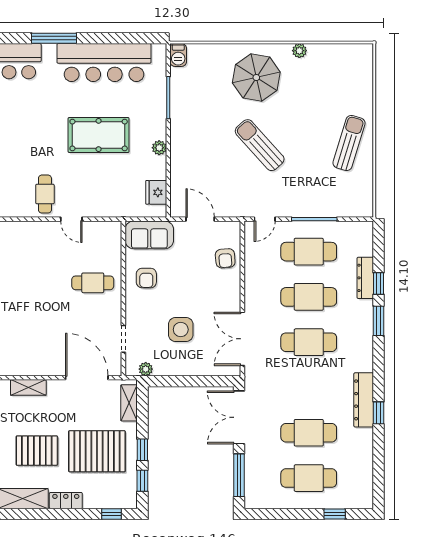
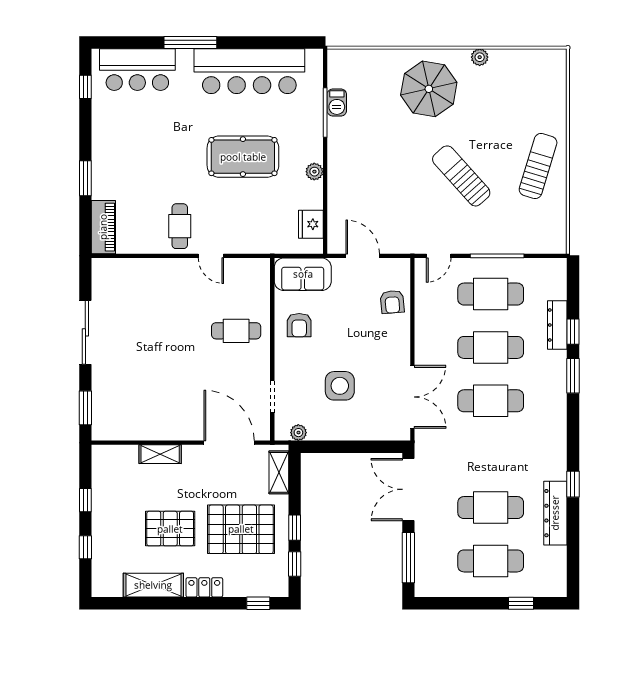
barbecue: (178, 55) -> (337, 103), moved
sun lounger: (260, 145) -> (461, 176), moved
double door: (242, 339) -> (412, 397), swing flipped
dresser: (364, 400) -> (555, 513), moved

